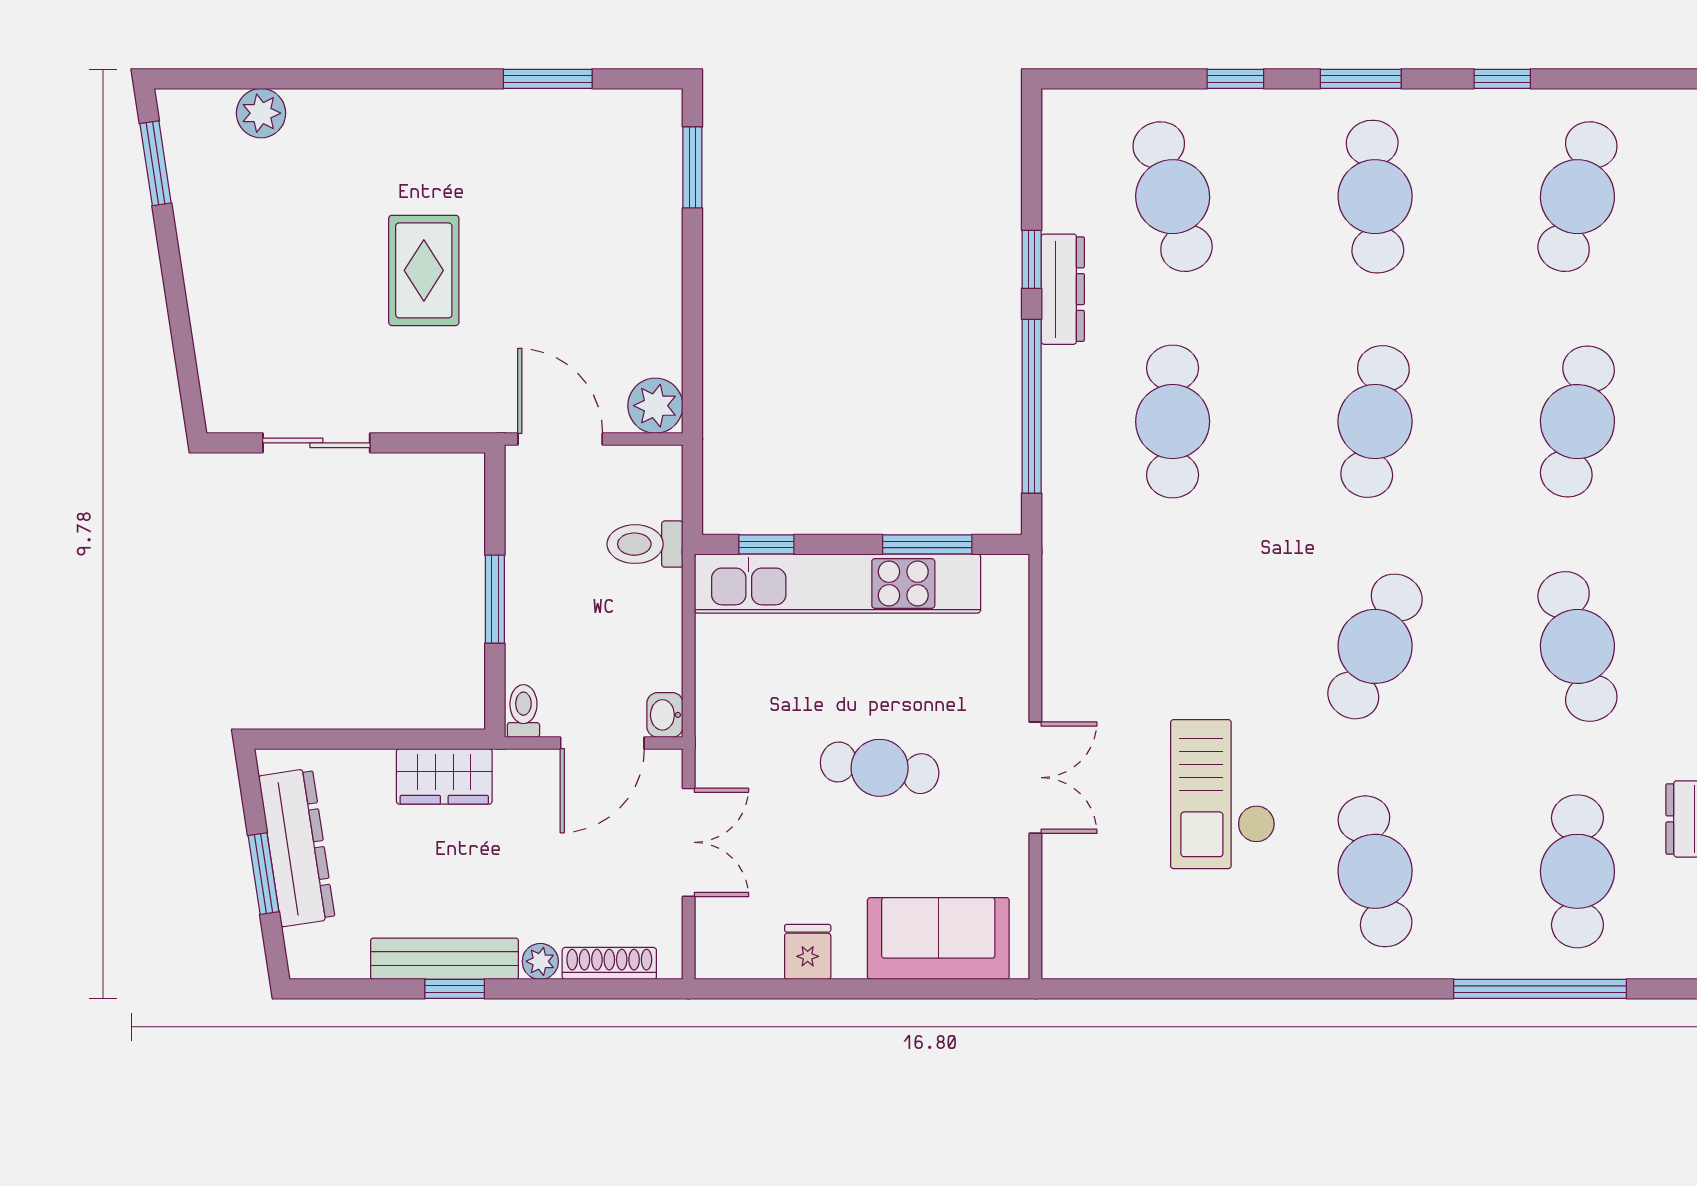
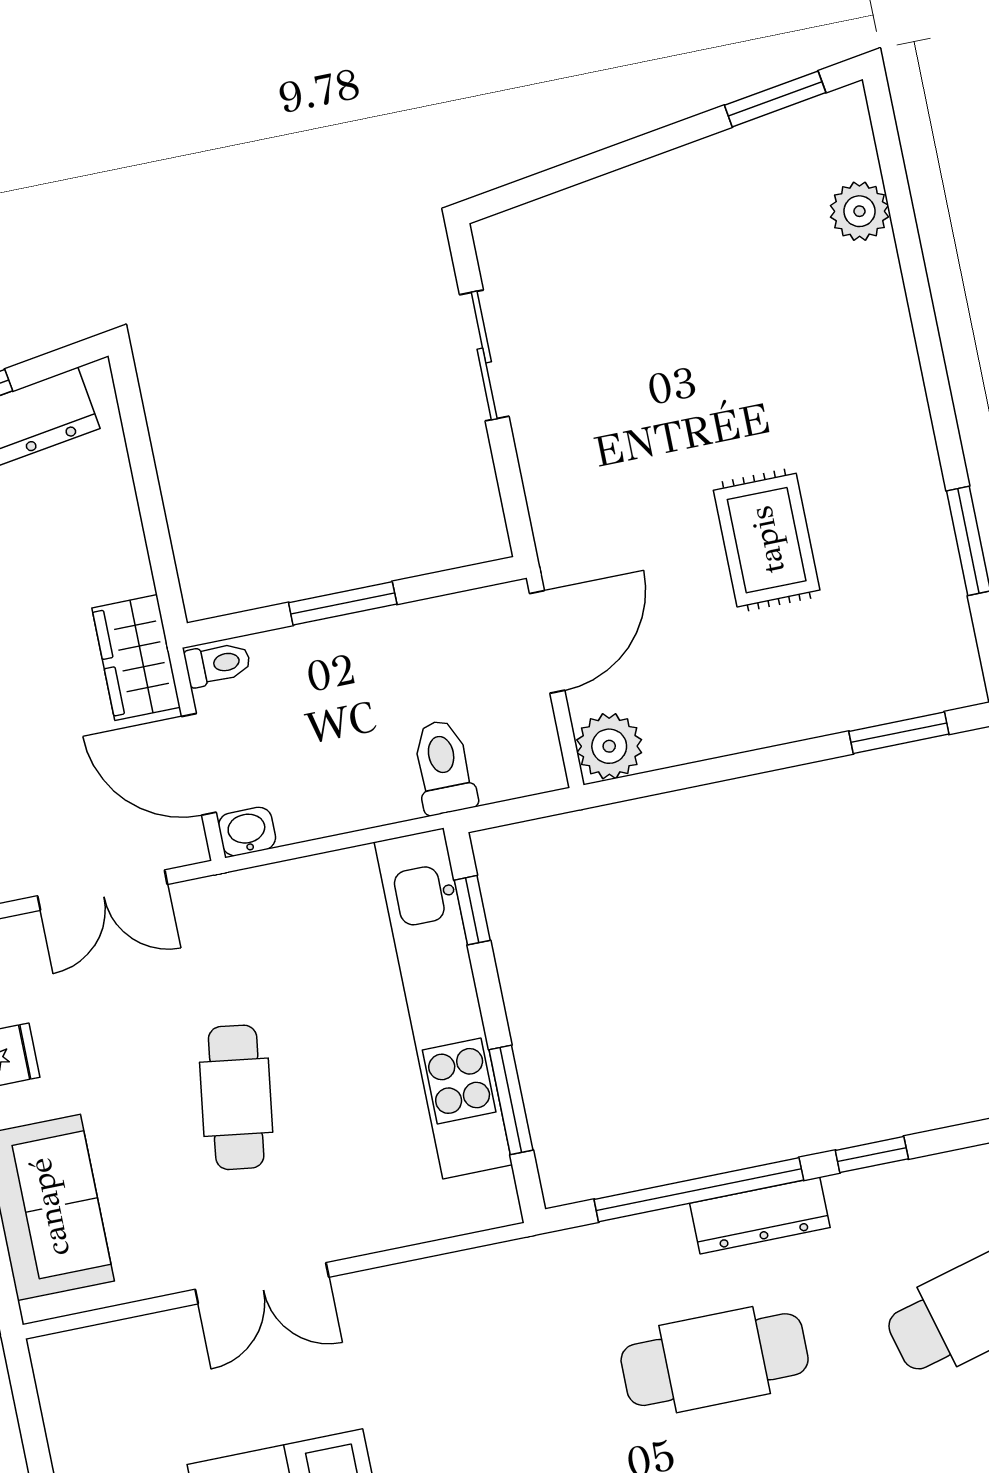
rug: (424, 270) -> (767, 540), moved, turned 90
dresser: (1063, 289) -> (760, 1215), moved
wardrobe: (444, 776) -> (136, 658), moved

